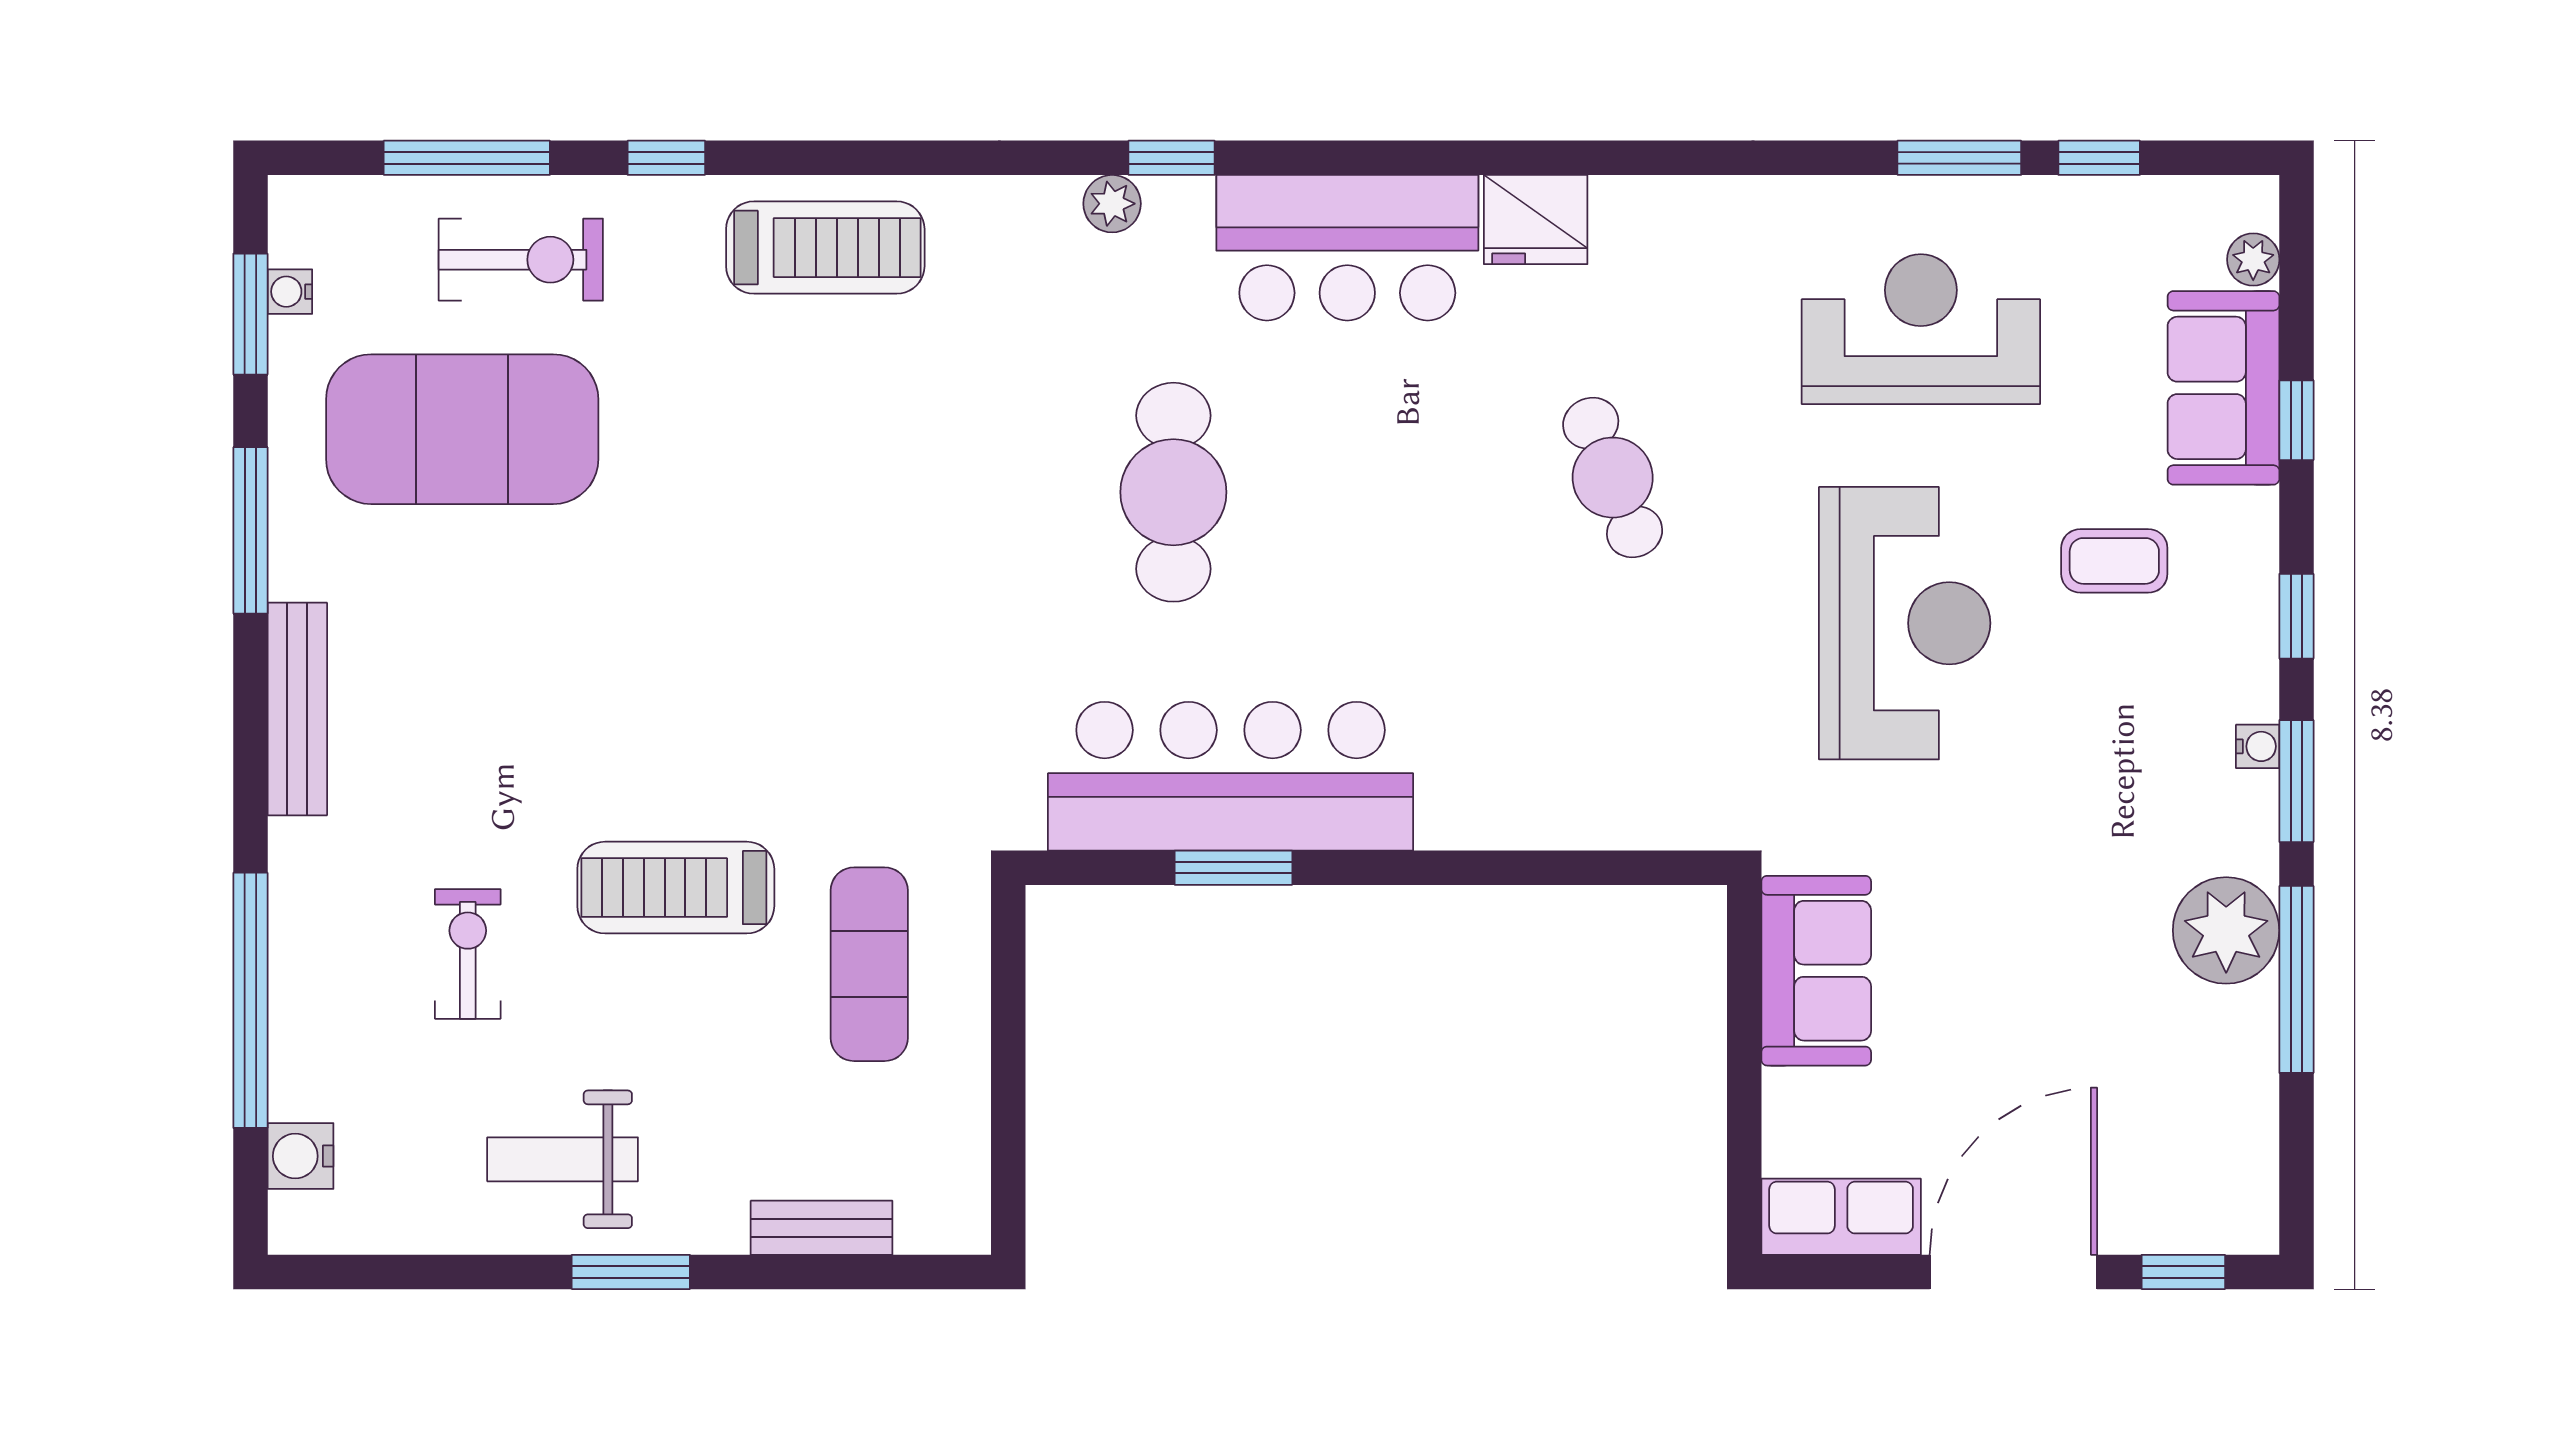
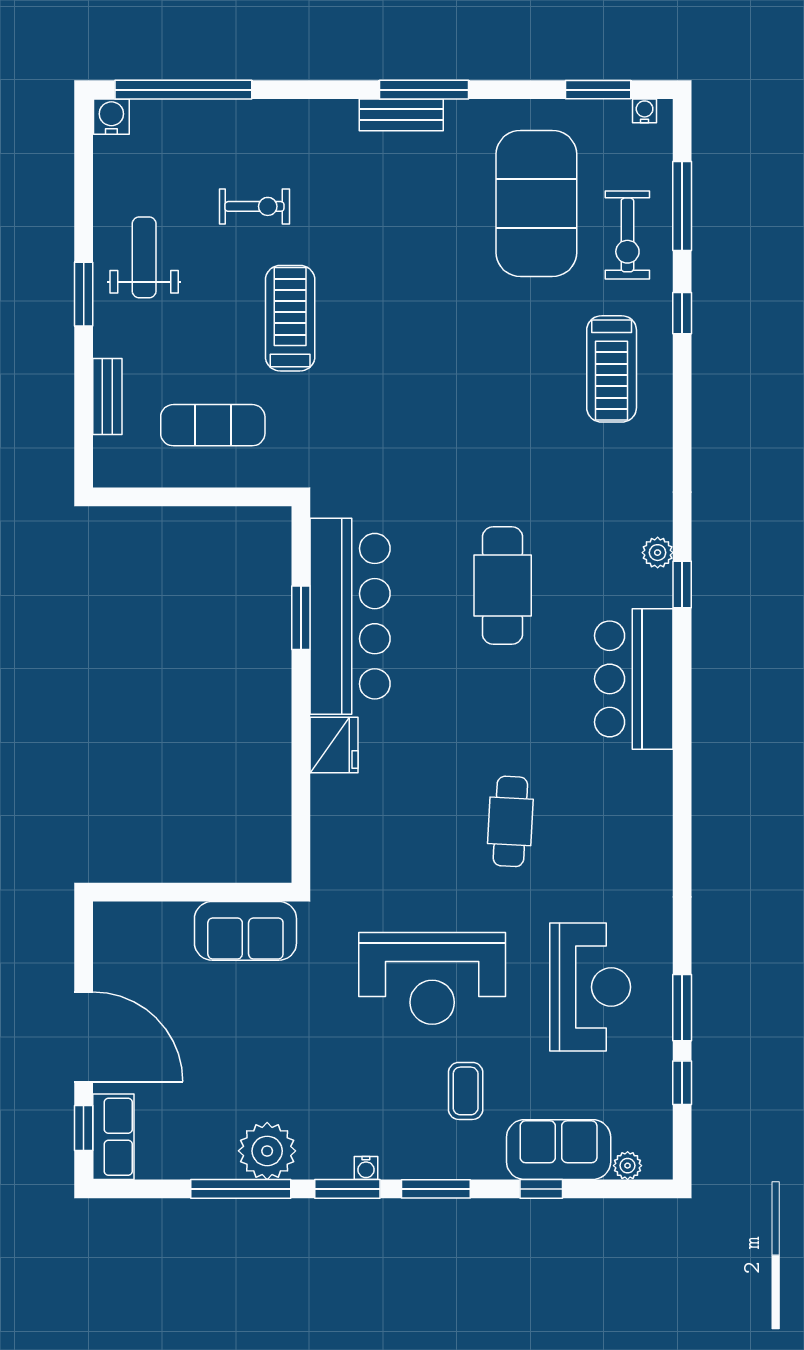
fridge: (1536, 220) -> (334, 745), moved, turned 180
treadmill: (825, 248) -> (612, 369), moved
water cooler: (290, 292) -> (645, 111), moved
cafe table: (1613, 478) -> (510, 821), turned -65
cafe table: (1173, 492) -> (503, 585), turned 90
window: (250, 530) -> (424, 90), moved
window: (2296, 616) -> (436, 1189), width x1.50
bench: (297, 709) -> (401, 115), width x0.73
exercise mat: (869, 964) -> (213, 425), moved
window: (250, 1000) -> (183, 90), moved
water cooler: (300, 1156) -> (111, 117), moved
row of seats: (1841, 1217) -> (113, 1137), moved

